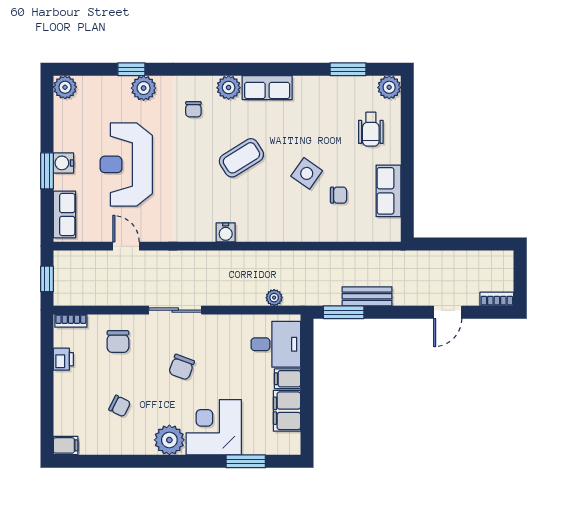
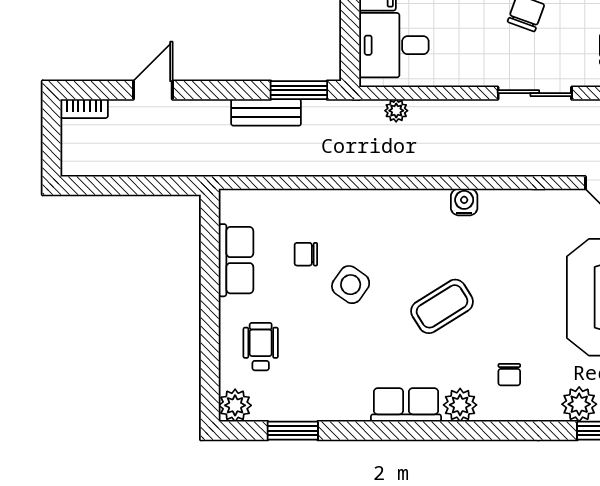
chair: (193, 109) -> (509, 375), turned 180

